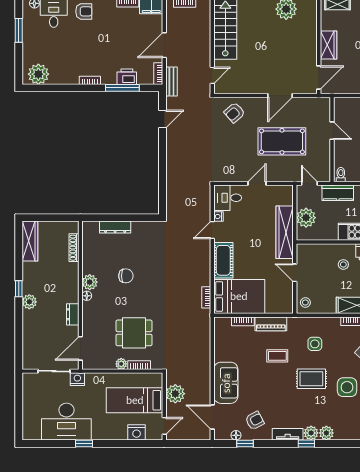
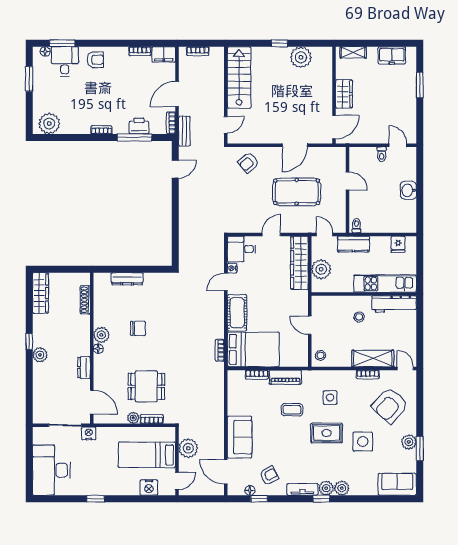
wardrobe: (285, 232) -> (299, 263), moved
door: (80, 348) -> (92, 402), swing flipped
desk: (66, 422) -> (51, 470), moved, turned 90

